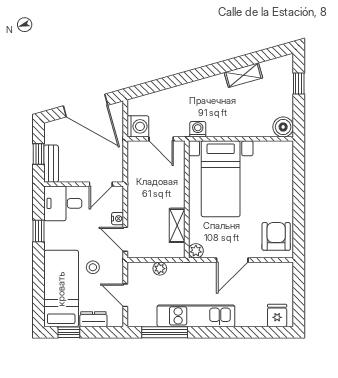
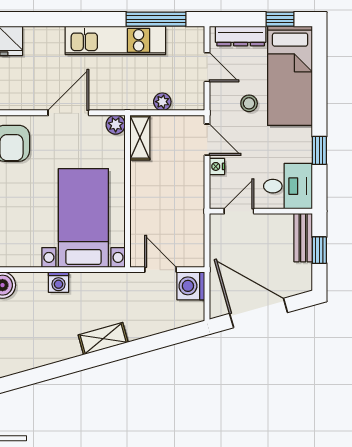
shelving: (243, 75) -> (103, 339), moved
washing machine: (198, 129) -> (58, 282), moved
shelving: (177, 225) -> (140, 138), moved
dresser: (93, 319) -> (241, 36), width x1.44

